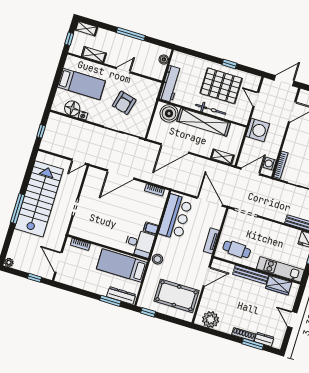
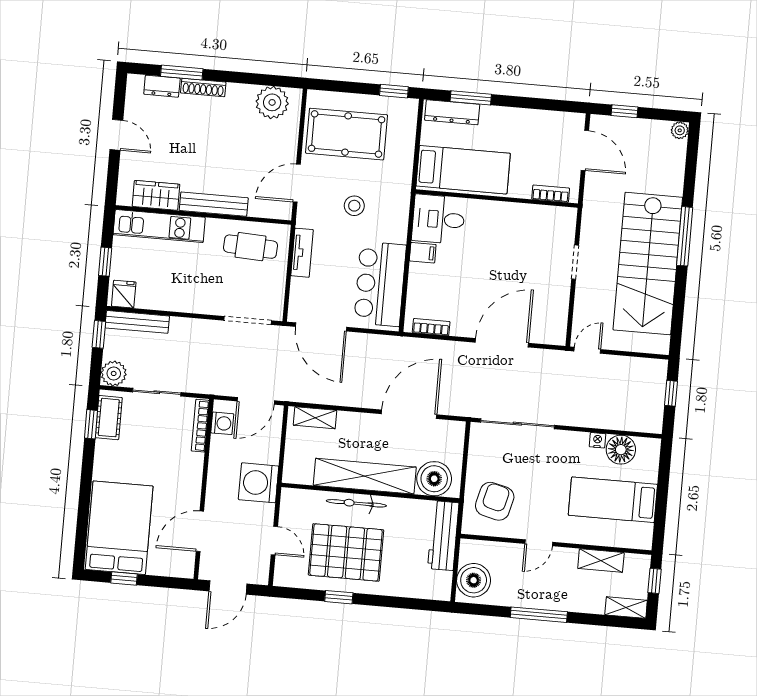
boiler: (164, 59) -> (474, 580), width x1.86, depth x1.86
armchair: (124, 103) -> (495, 501), moved
stool: (157, 259) -> (354, 206), moved

